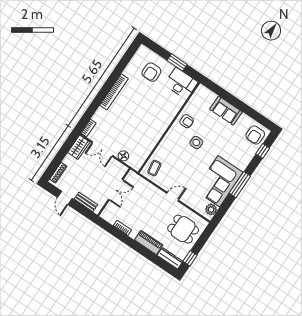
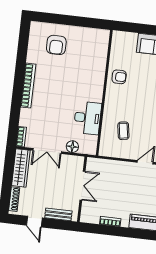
window: (177, 62) -> (78, 21), removed
desk: (181, 83) -> (87, 118), moved, turned 90
side table: (196, 143) -> (141, 94), removed
wardrobe: (79, 147) -> (21, 168), width x1.50
coffee table: (154, 168) -> (123, 131), moved

